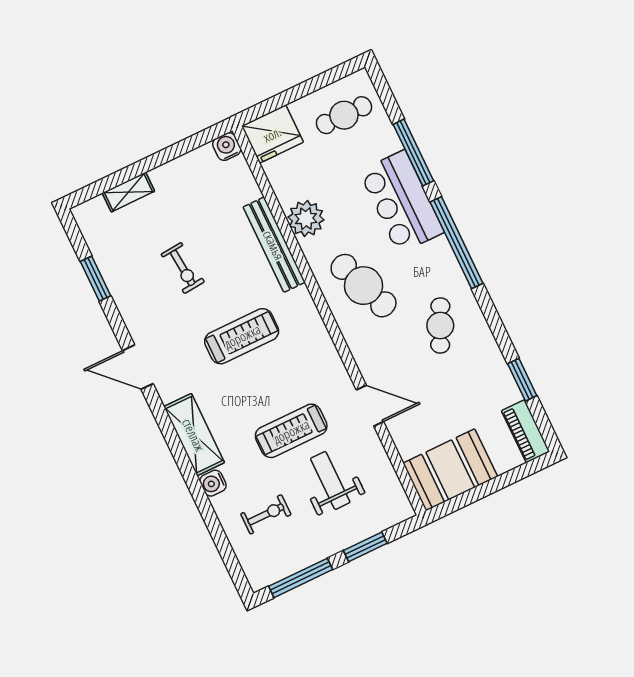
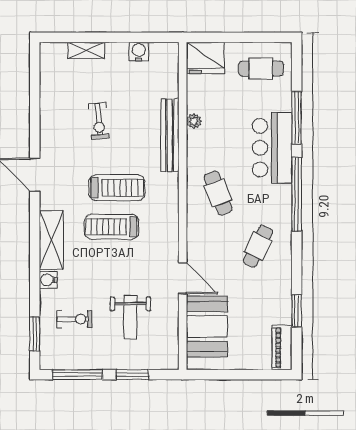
water cooler: (227, 147) -> (139, 51), moved
plant: (306, 219) -> (194, 121), width x0.53, depth x0.53
window: (95, 279) -> (35, 334), moved
cafe table: (364, 286) -> (218, 193), width x0.73, depth x0.74
treadmill: (291, 431) -> (112, 227), moved
booth: (450, 470) -> (207, 326), moved, turned 90
weight bench: (330, 480) -> (130, 317), turned 180

